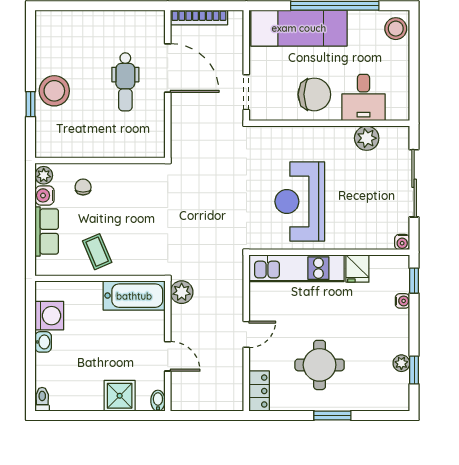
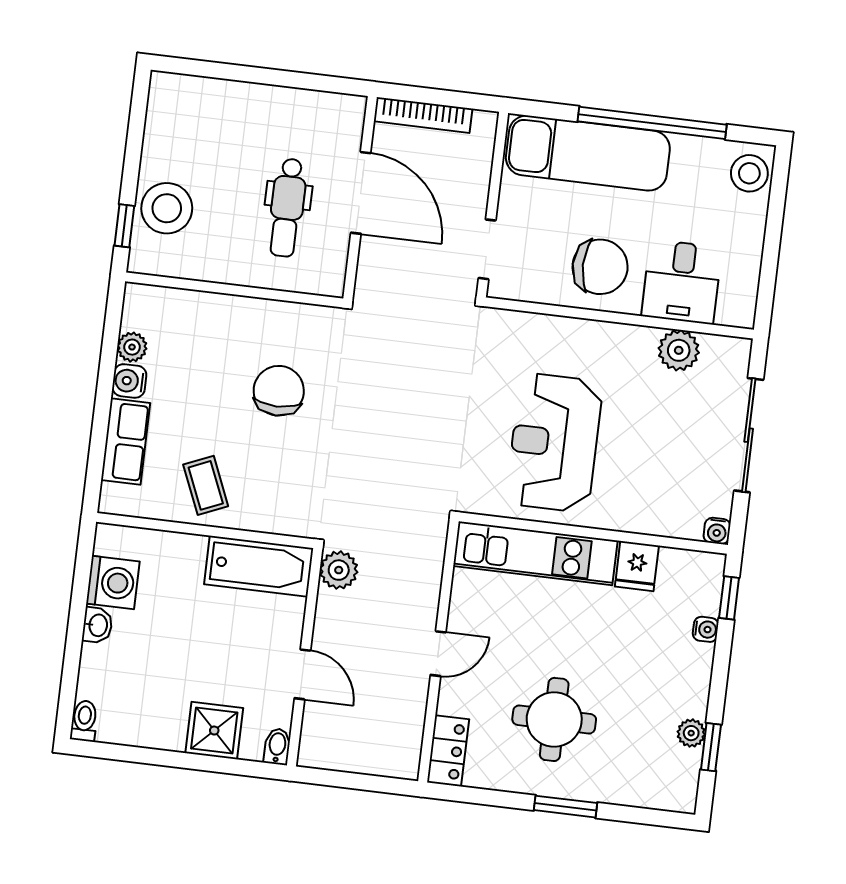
wall: (100, 160) -> (234, 290), moved
chair: (83, 187) -> (279, 391), moved, width x1.87, depth x1.87

